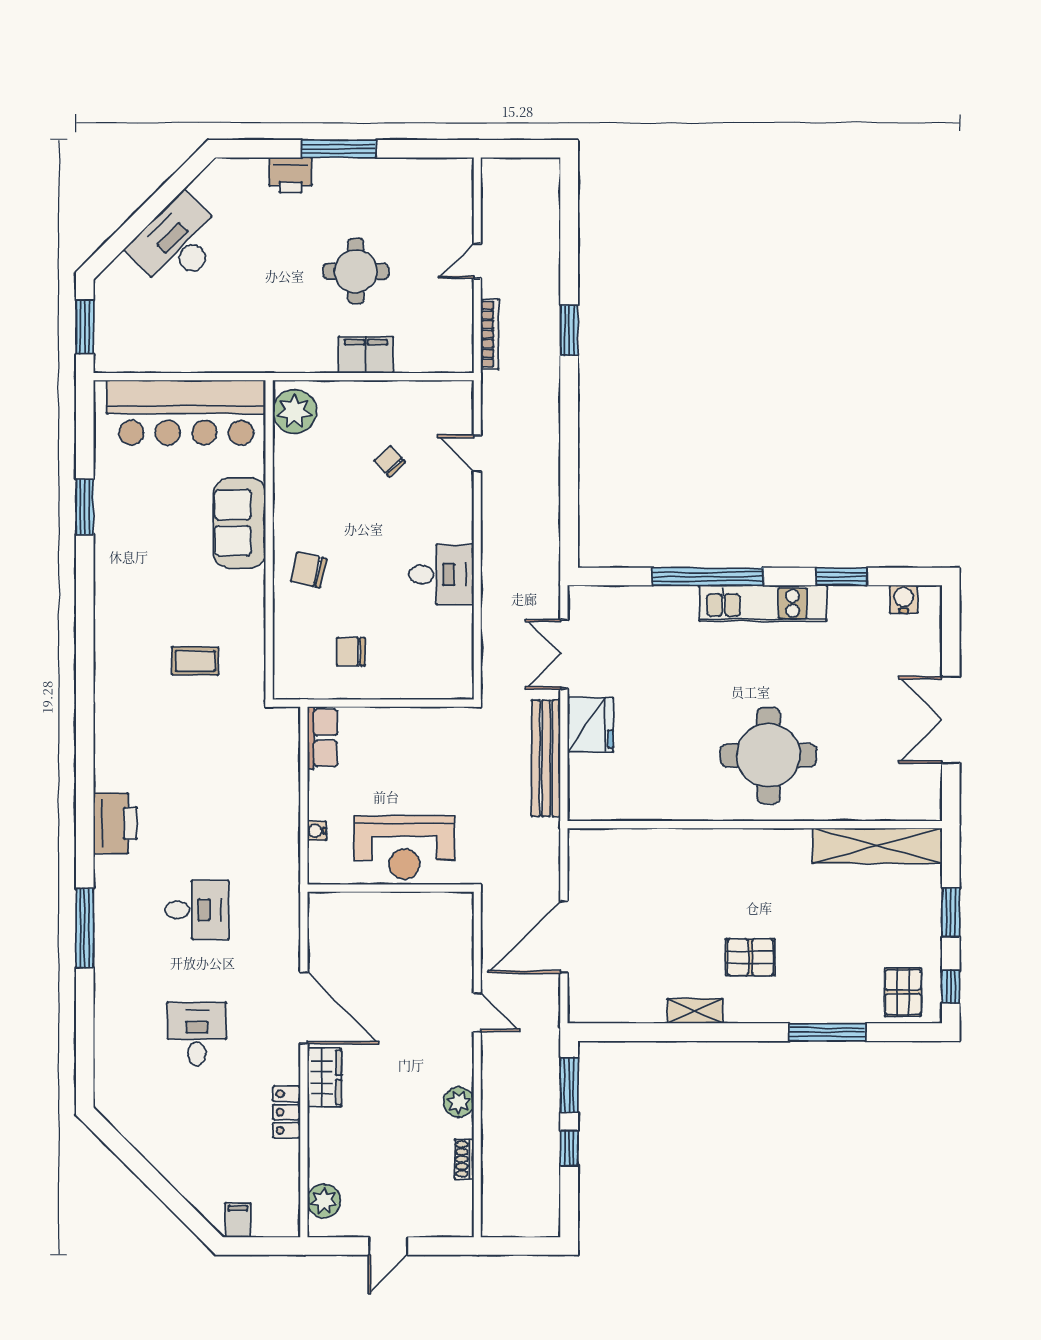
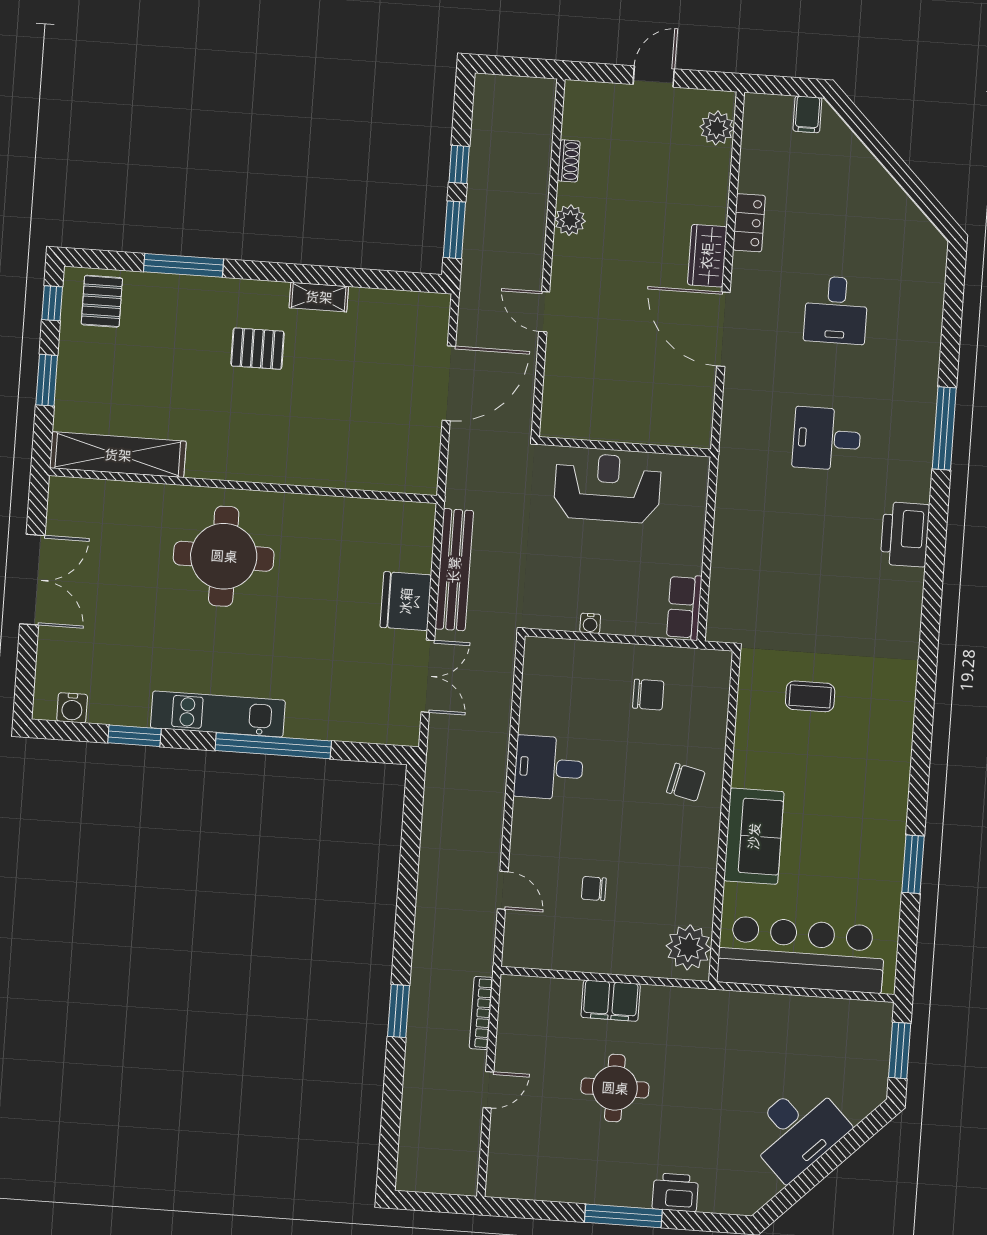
chair: (390, 461) -> (594, 889), turned 132
water cooler: (317, 831) -> (590, 623), moved, turned 90

